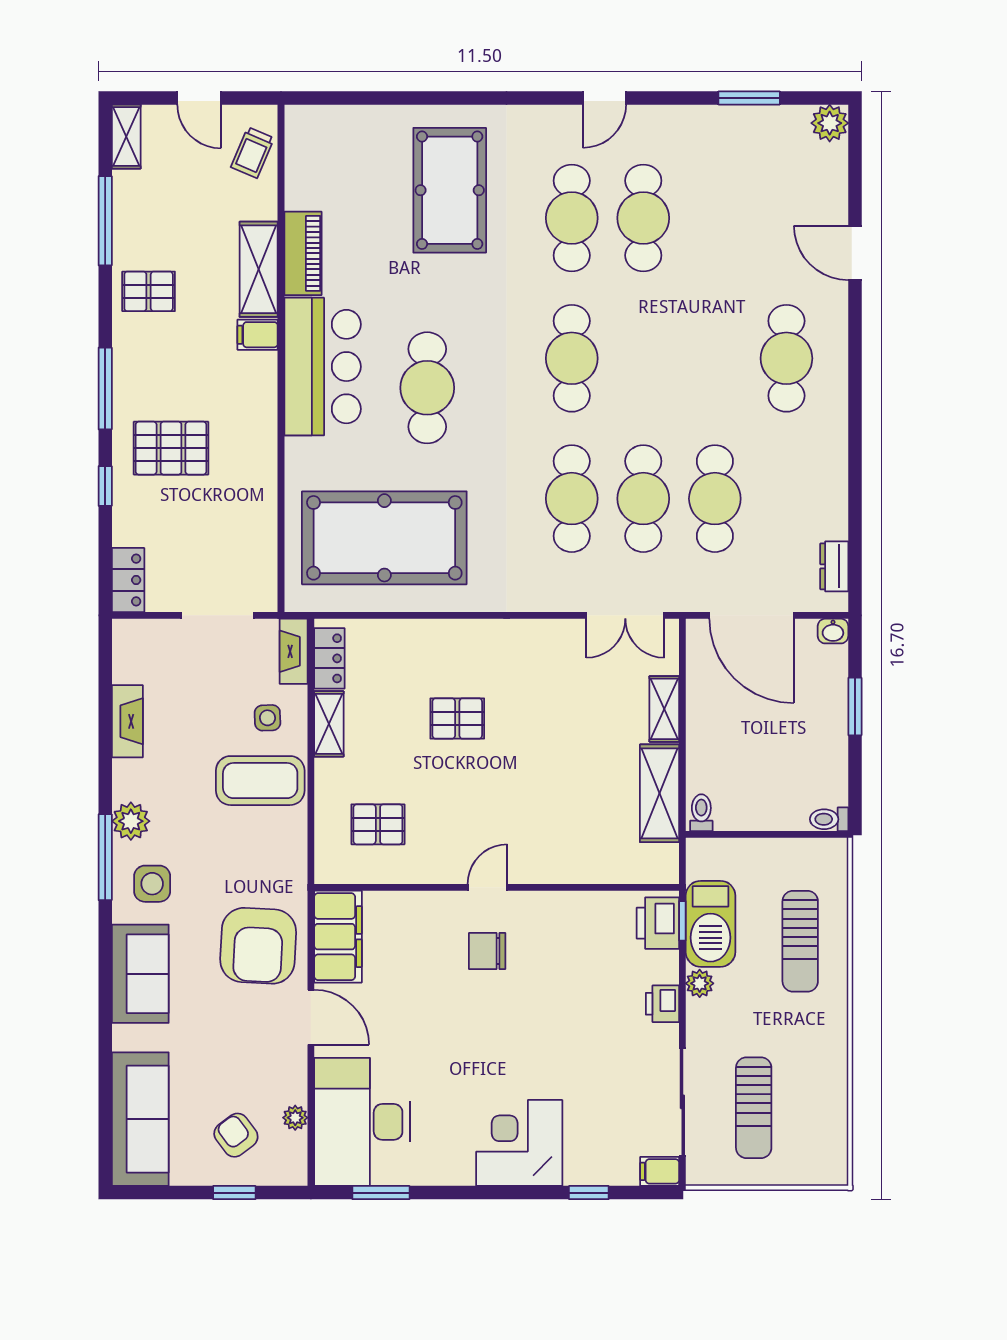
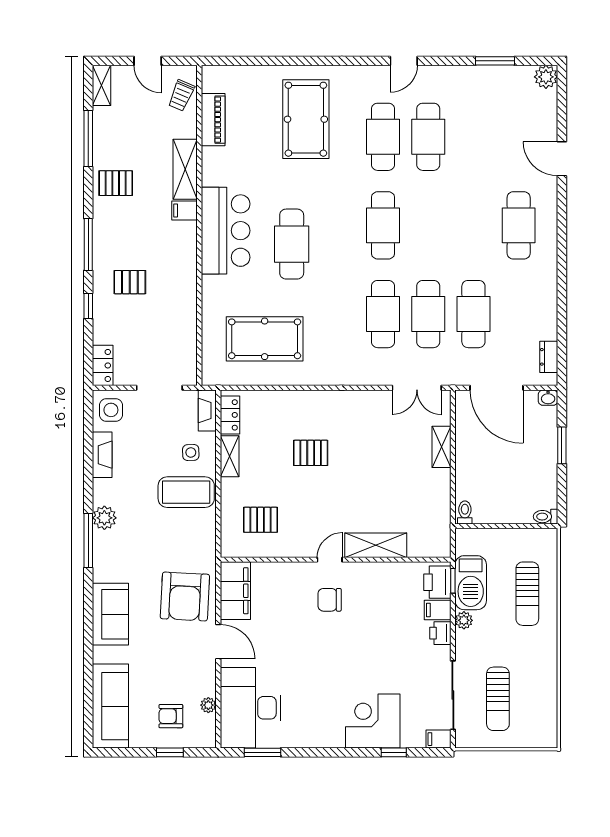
piano: (303, 253) -> (213, 120), moved
pallet: (171, 448) -> (130, 282), width x0.67, depth x0.71
pool table: (384, 538) -> (265, 339), width x0.73, depth x0.76
shelving: (660, 793) -> (376, 545), moved, turned 90
side table: (152, 884) -> (111, 410), moved
filing cabinet: (658, 967) -> (438, 610), added
armchair: (236, 1135) -> (171, 716), turned -53
corner desk: (519, 1143) -> (373, 721), moved

